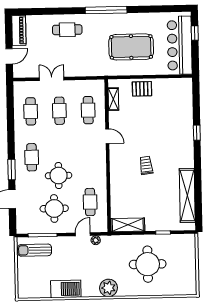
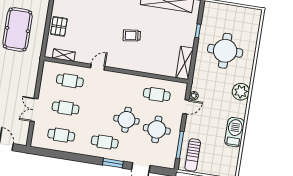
door: (83, 234) -> (186, 107), swing flipped

